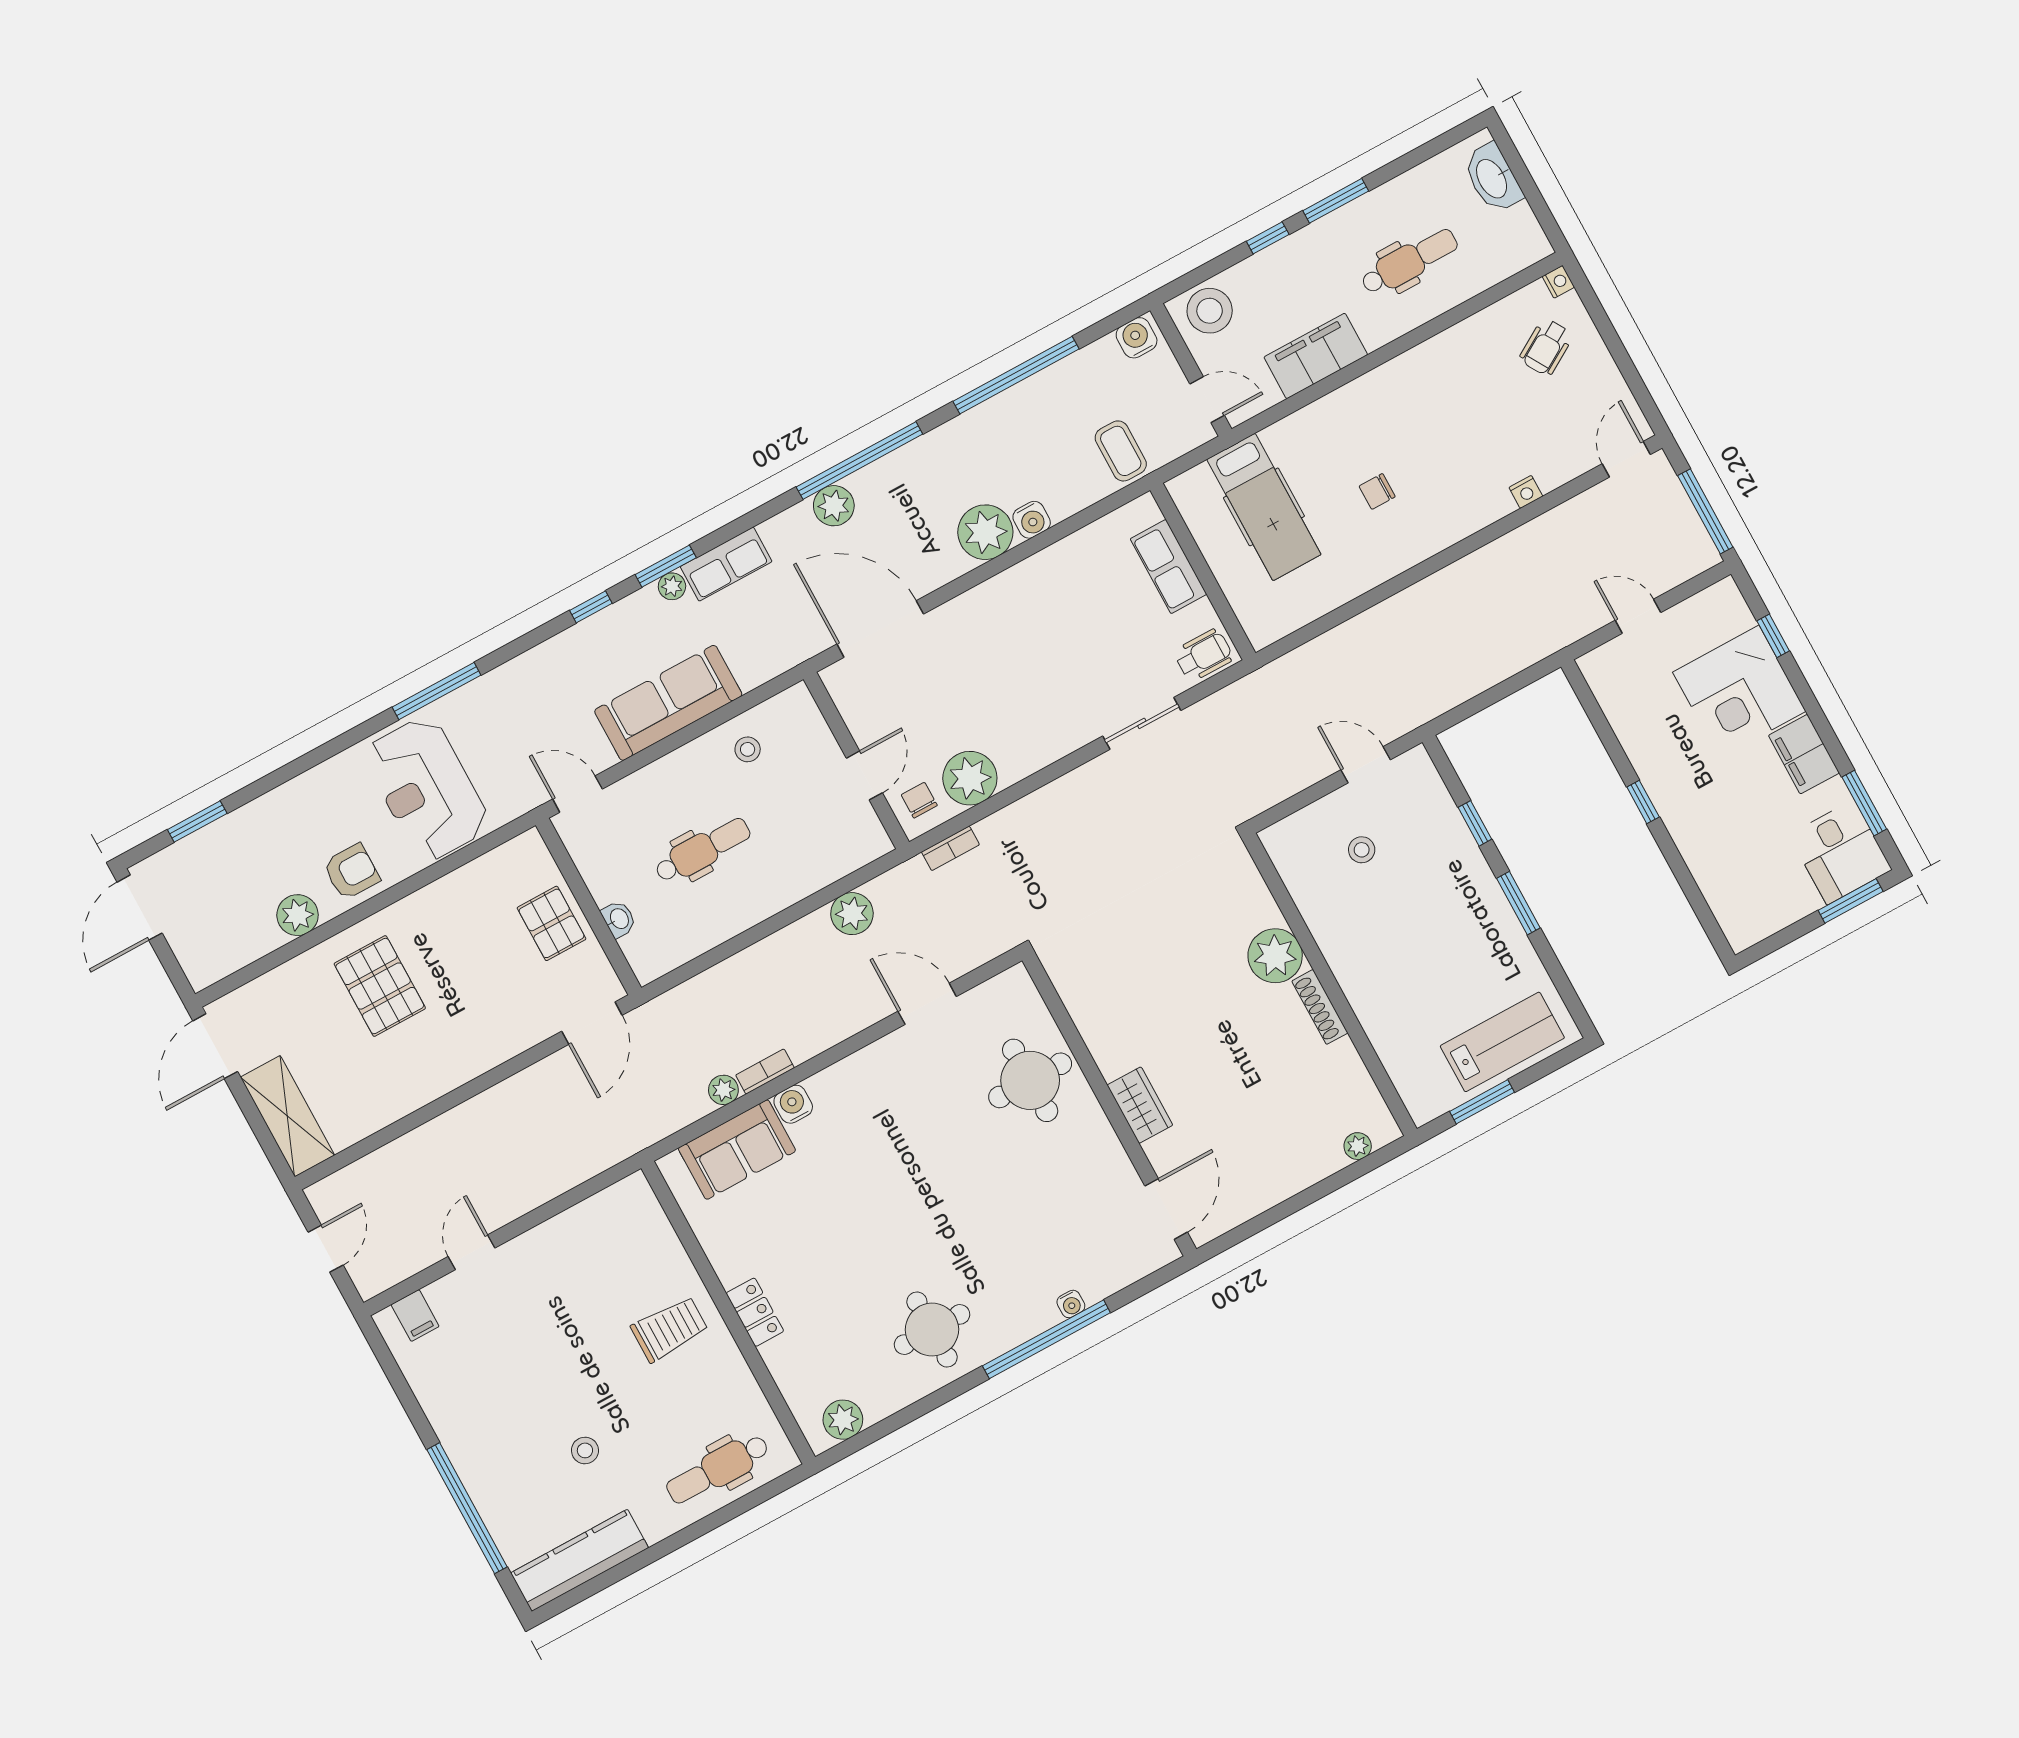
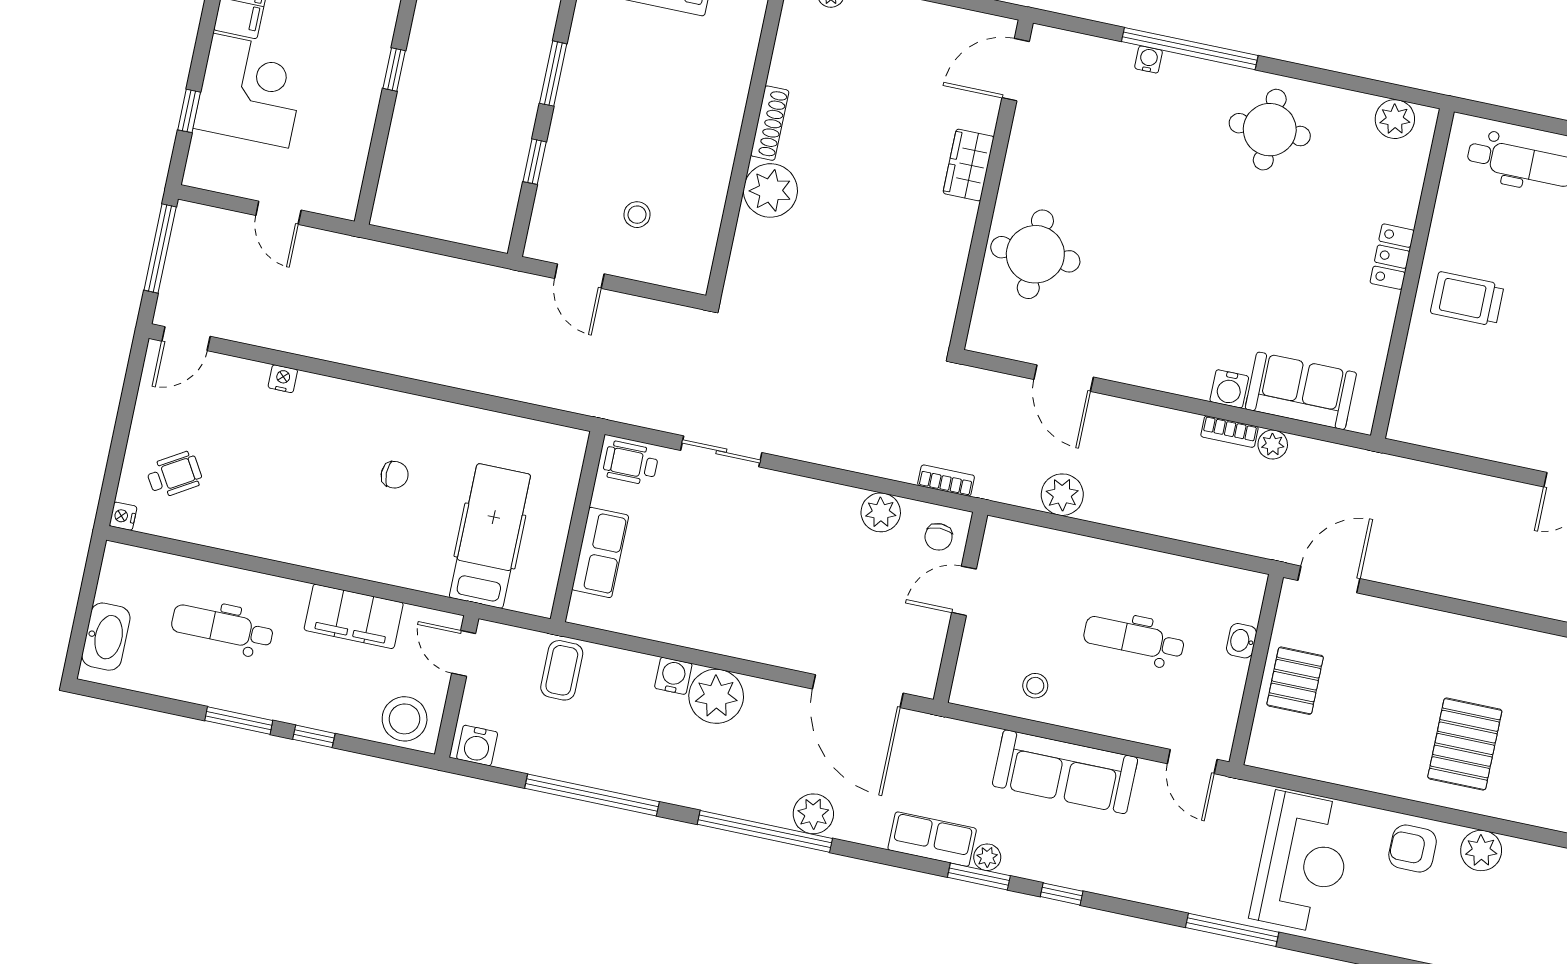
plant: (970, 778) -> (881, 512), width x0.73, depth x0.73

